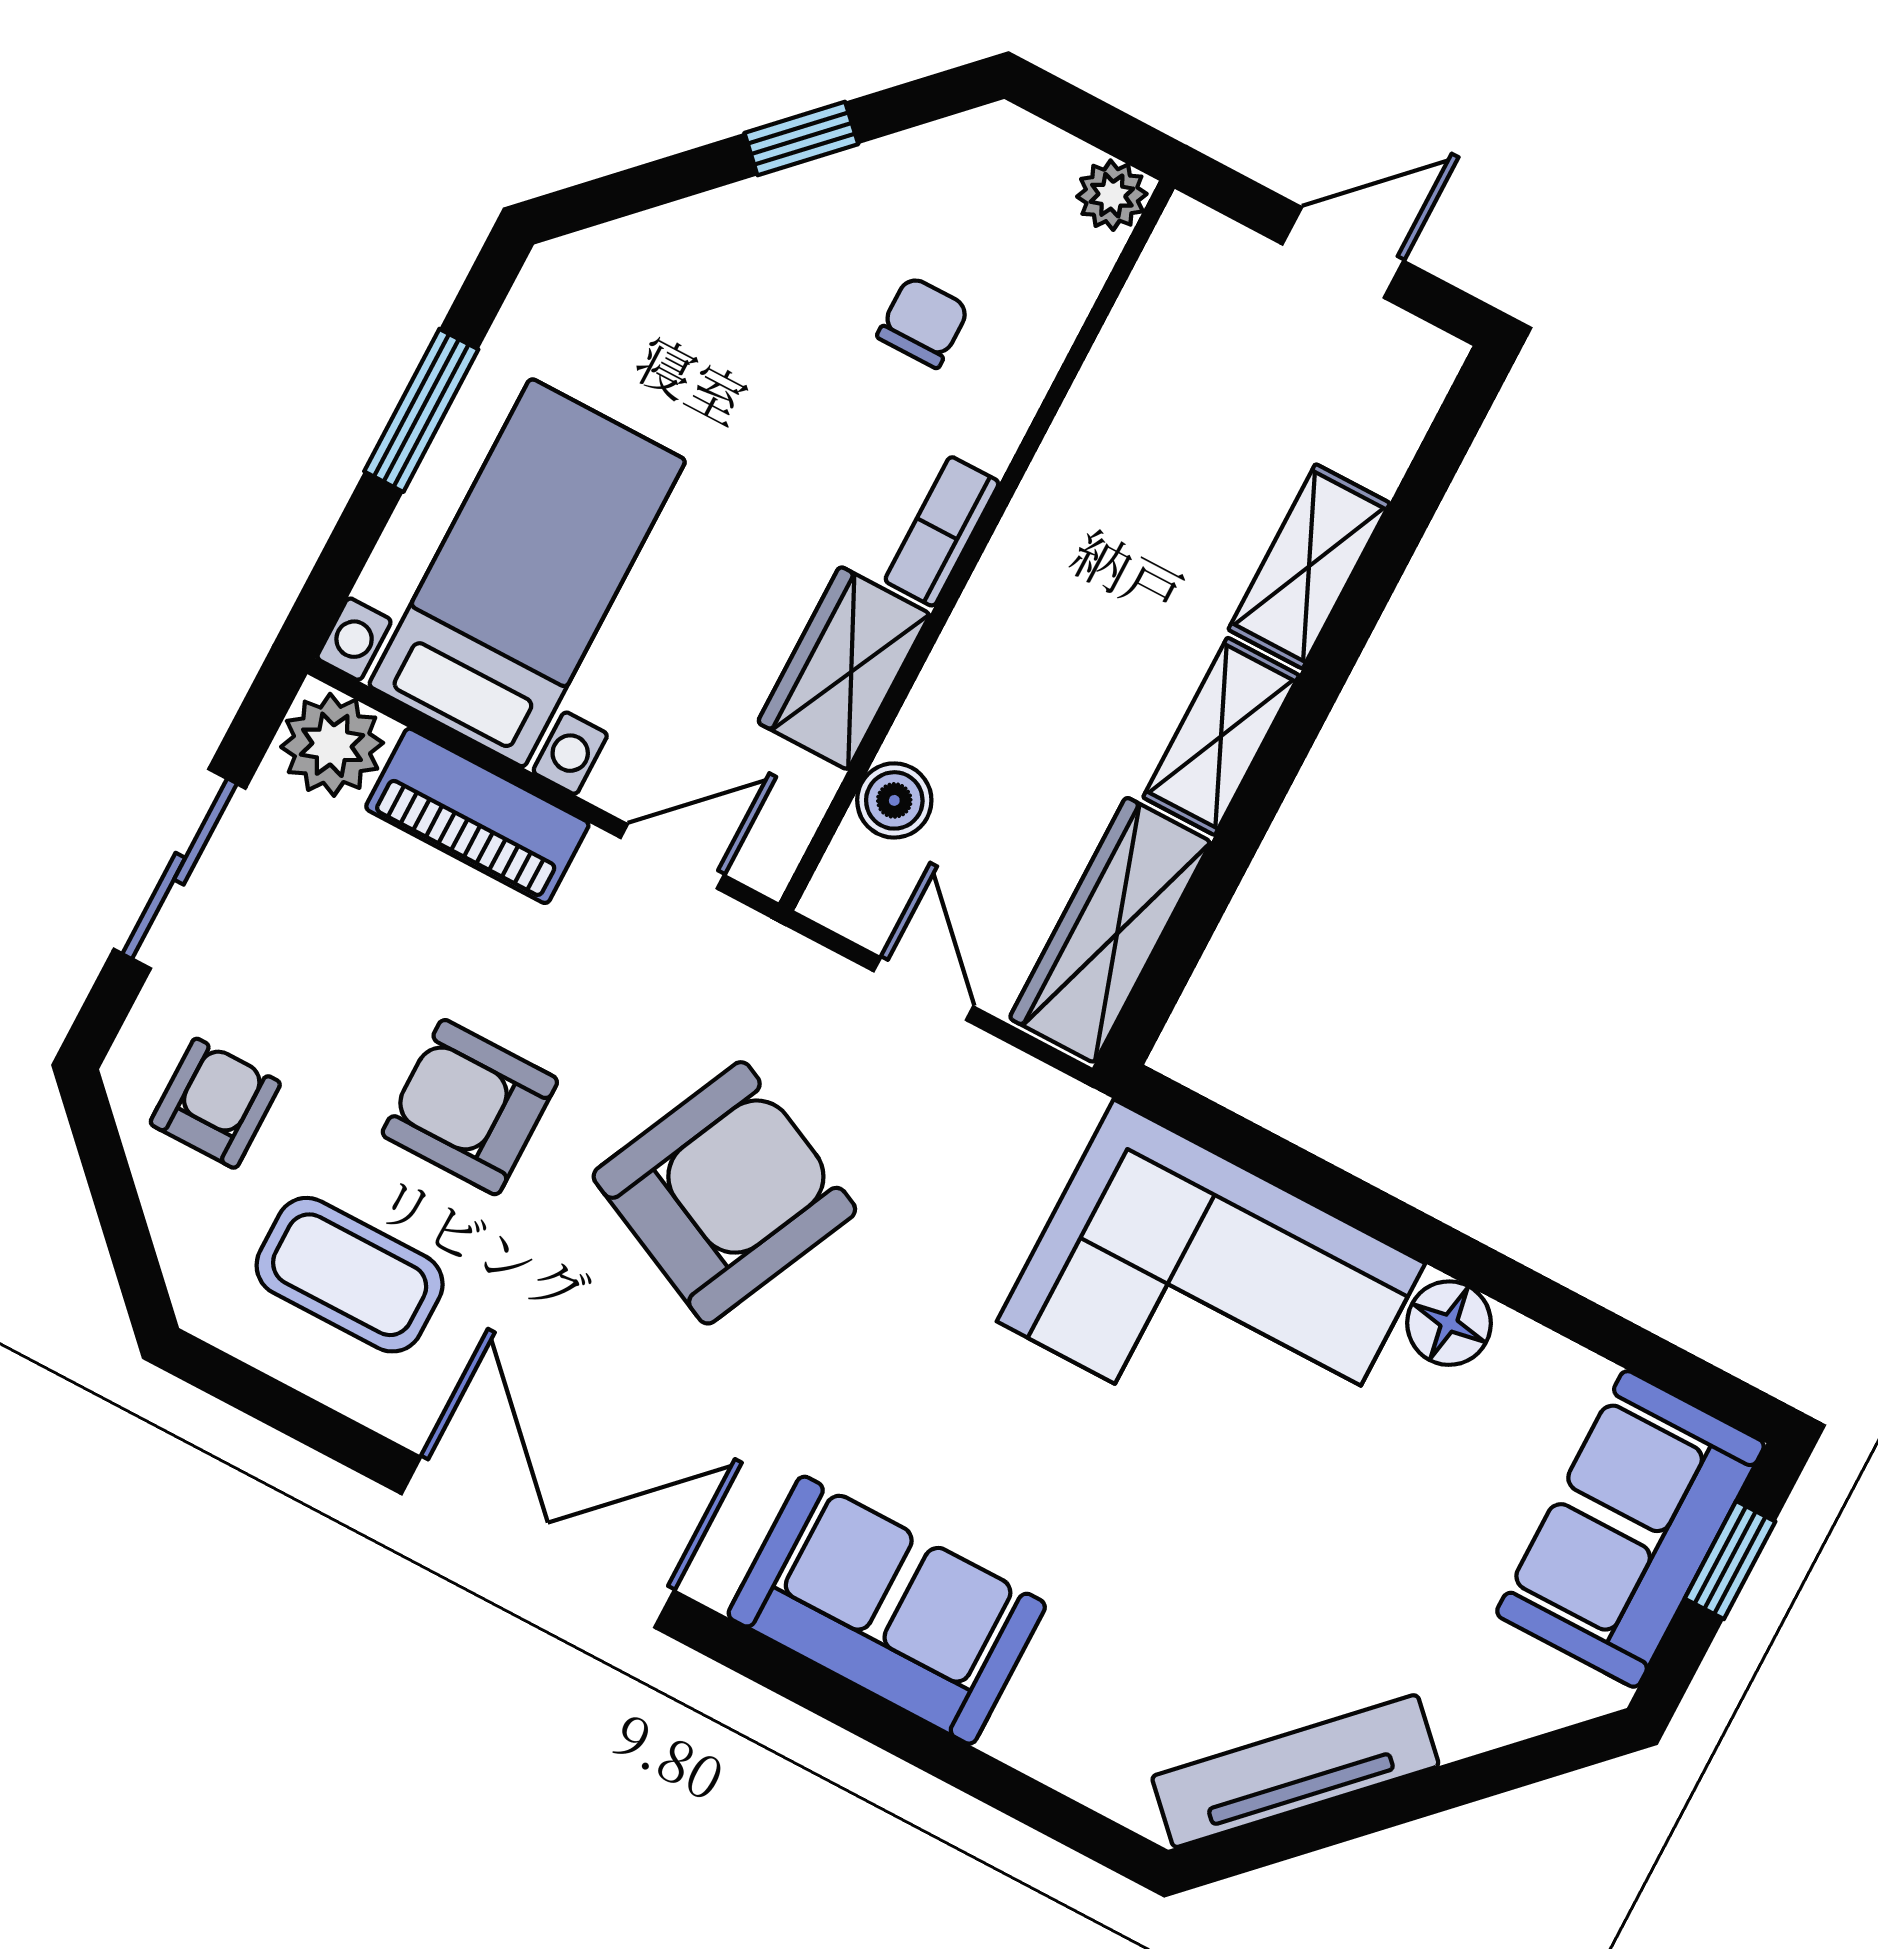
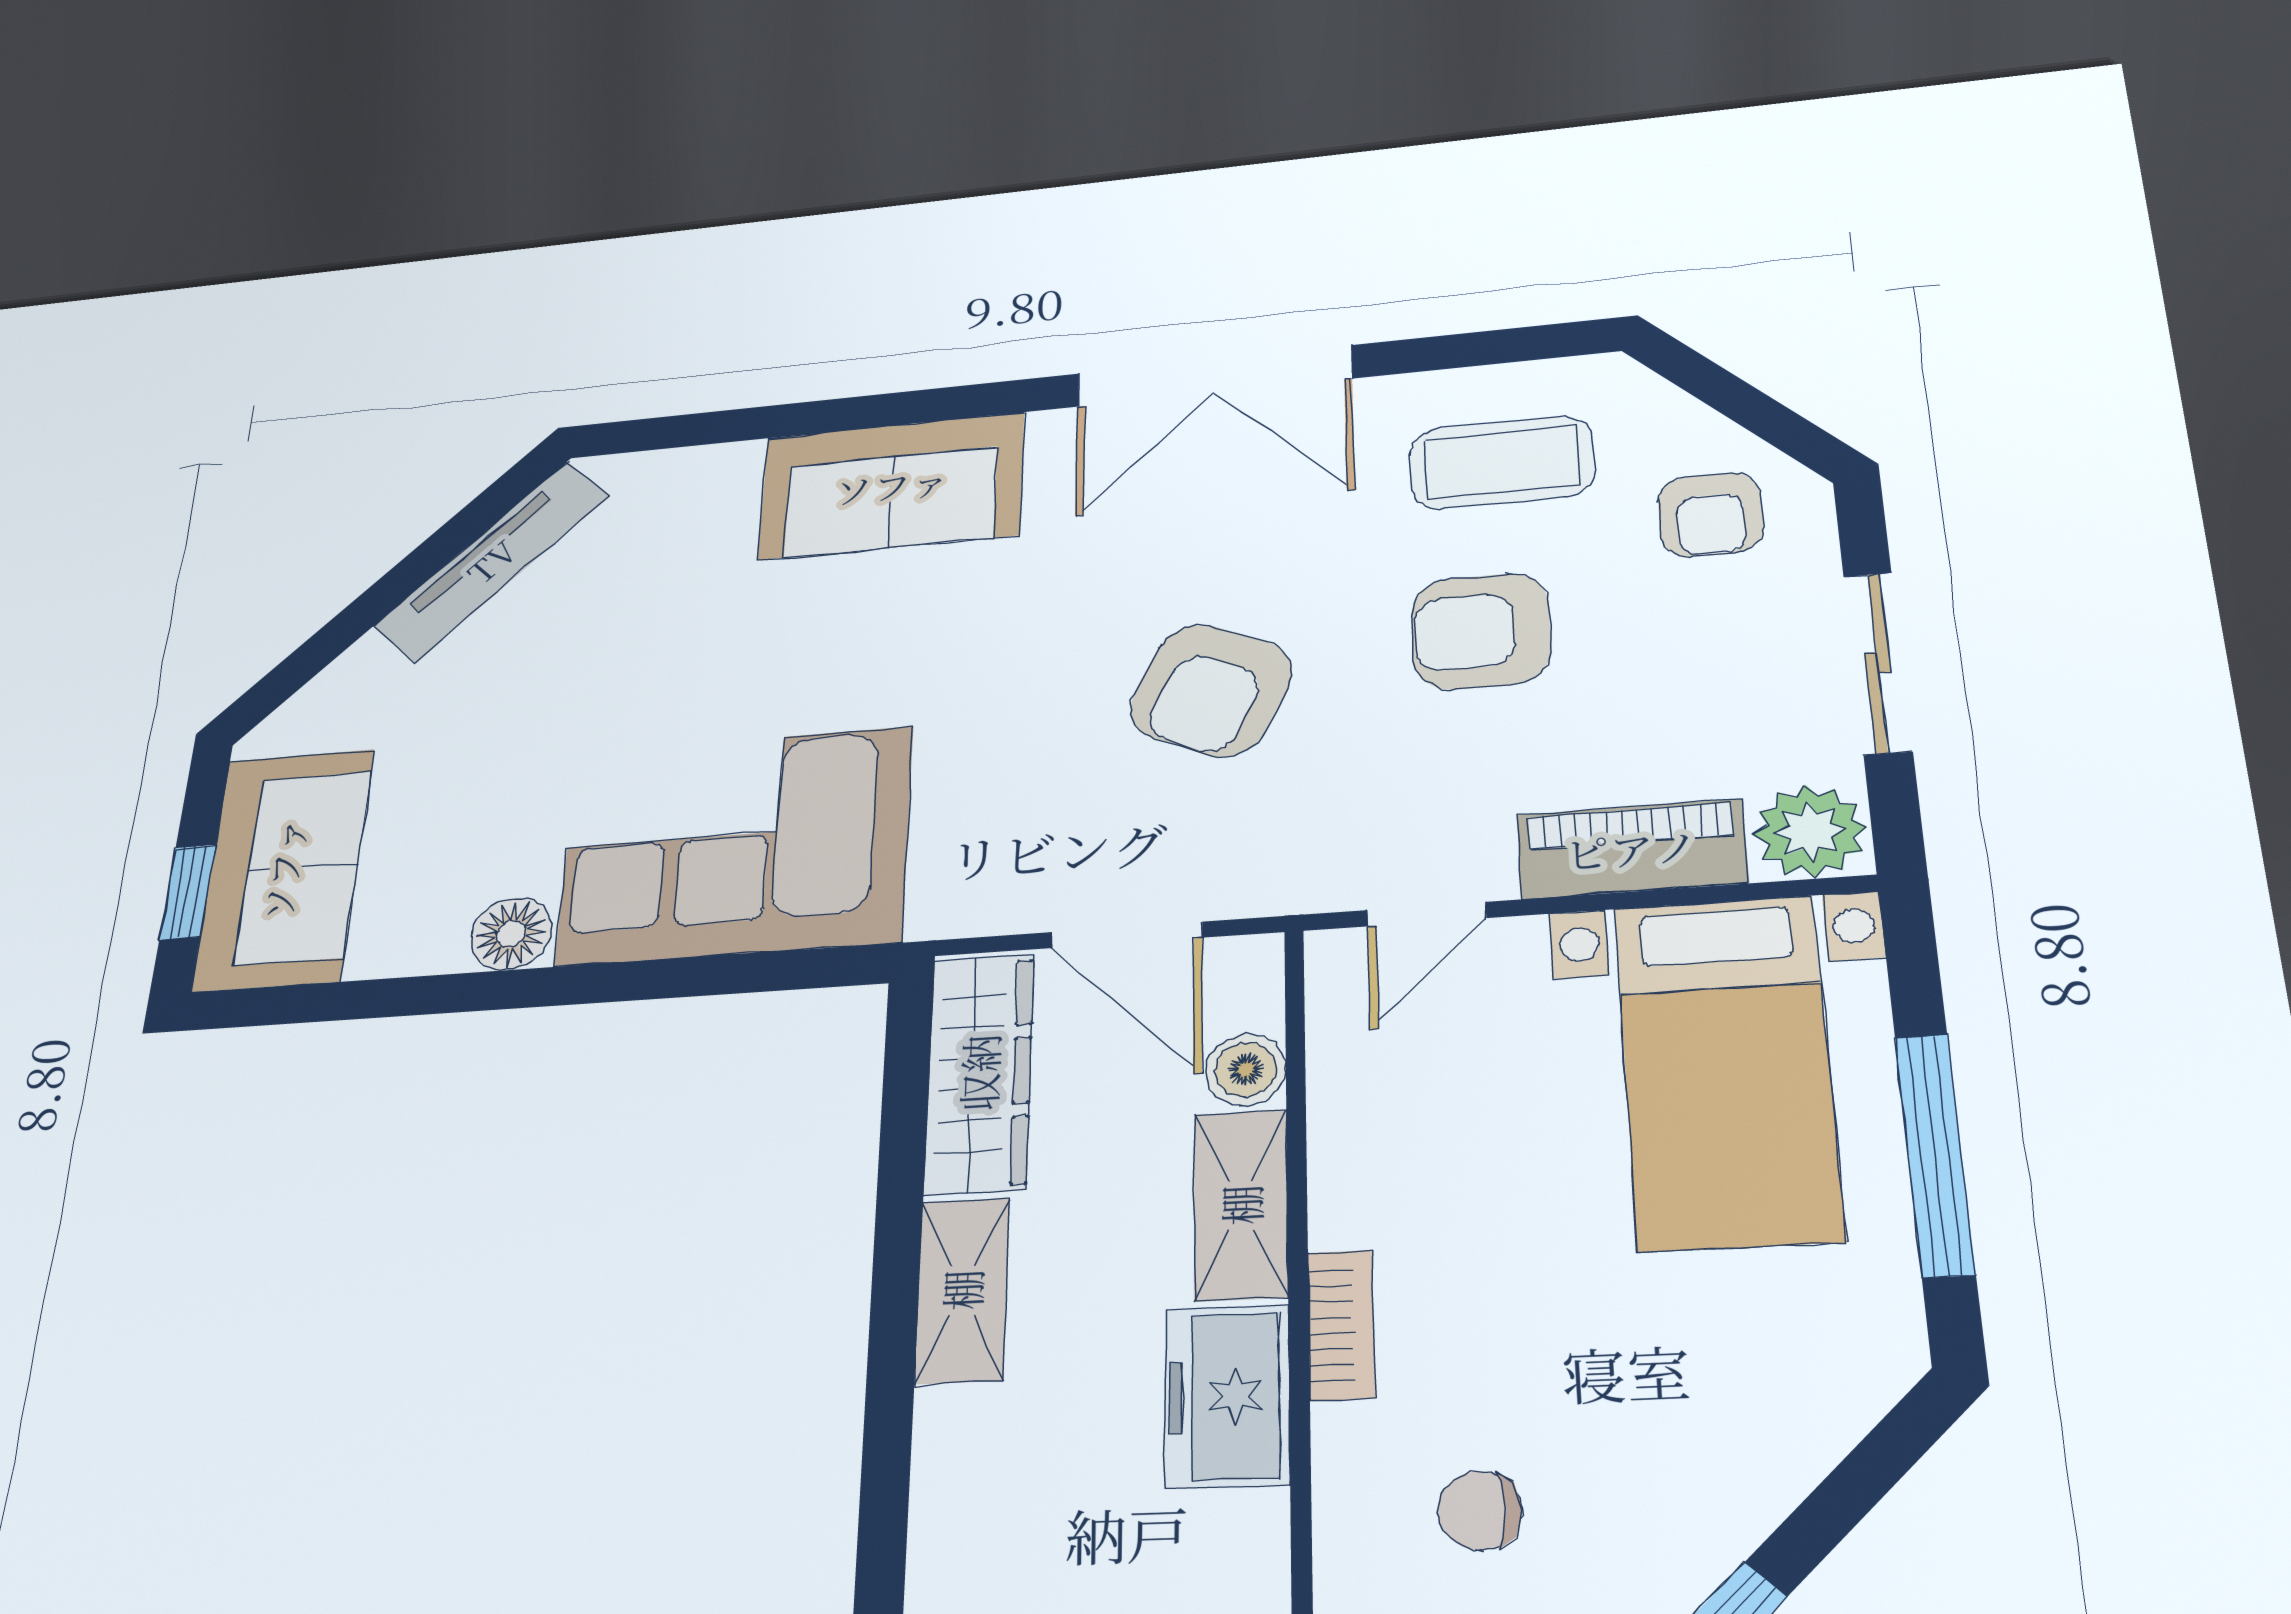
chair: (923, 322) -> (1480, 1510), turned 90
window: (421, 410) -> (1935, 1154), width x1.44
freezer: (1061, 523) -> (1227, 1396), added
shelving: (1309, 566) -> (1241, 1205), moved
wardrobe: (844, 668) -> (1363, 1154), removed
door: (923, 989) -> (1126, 935), width x1.38
armchair: (470, 1107) -> (1481, 631), turned 180
armchair: (724, 1193) -> (1211, 690), width x0.73, depth x0.73

